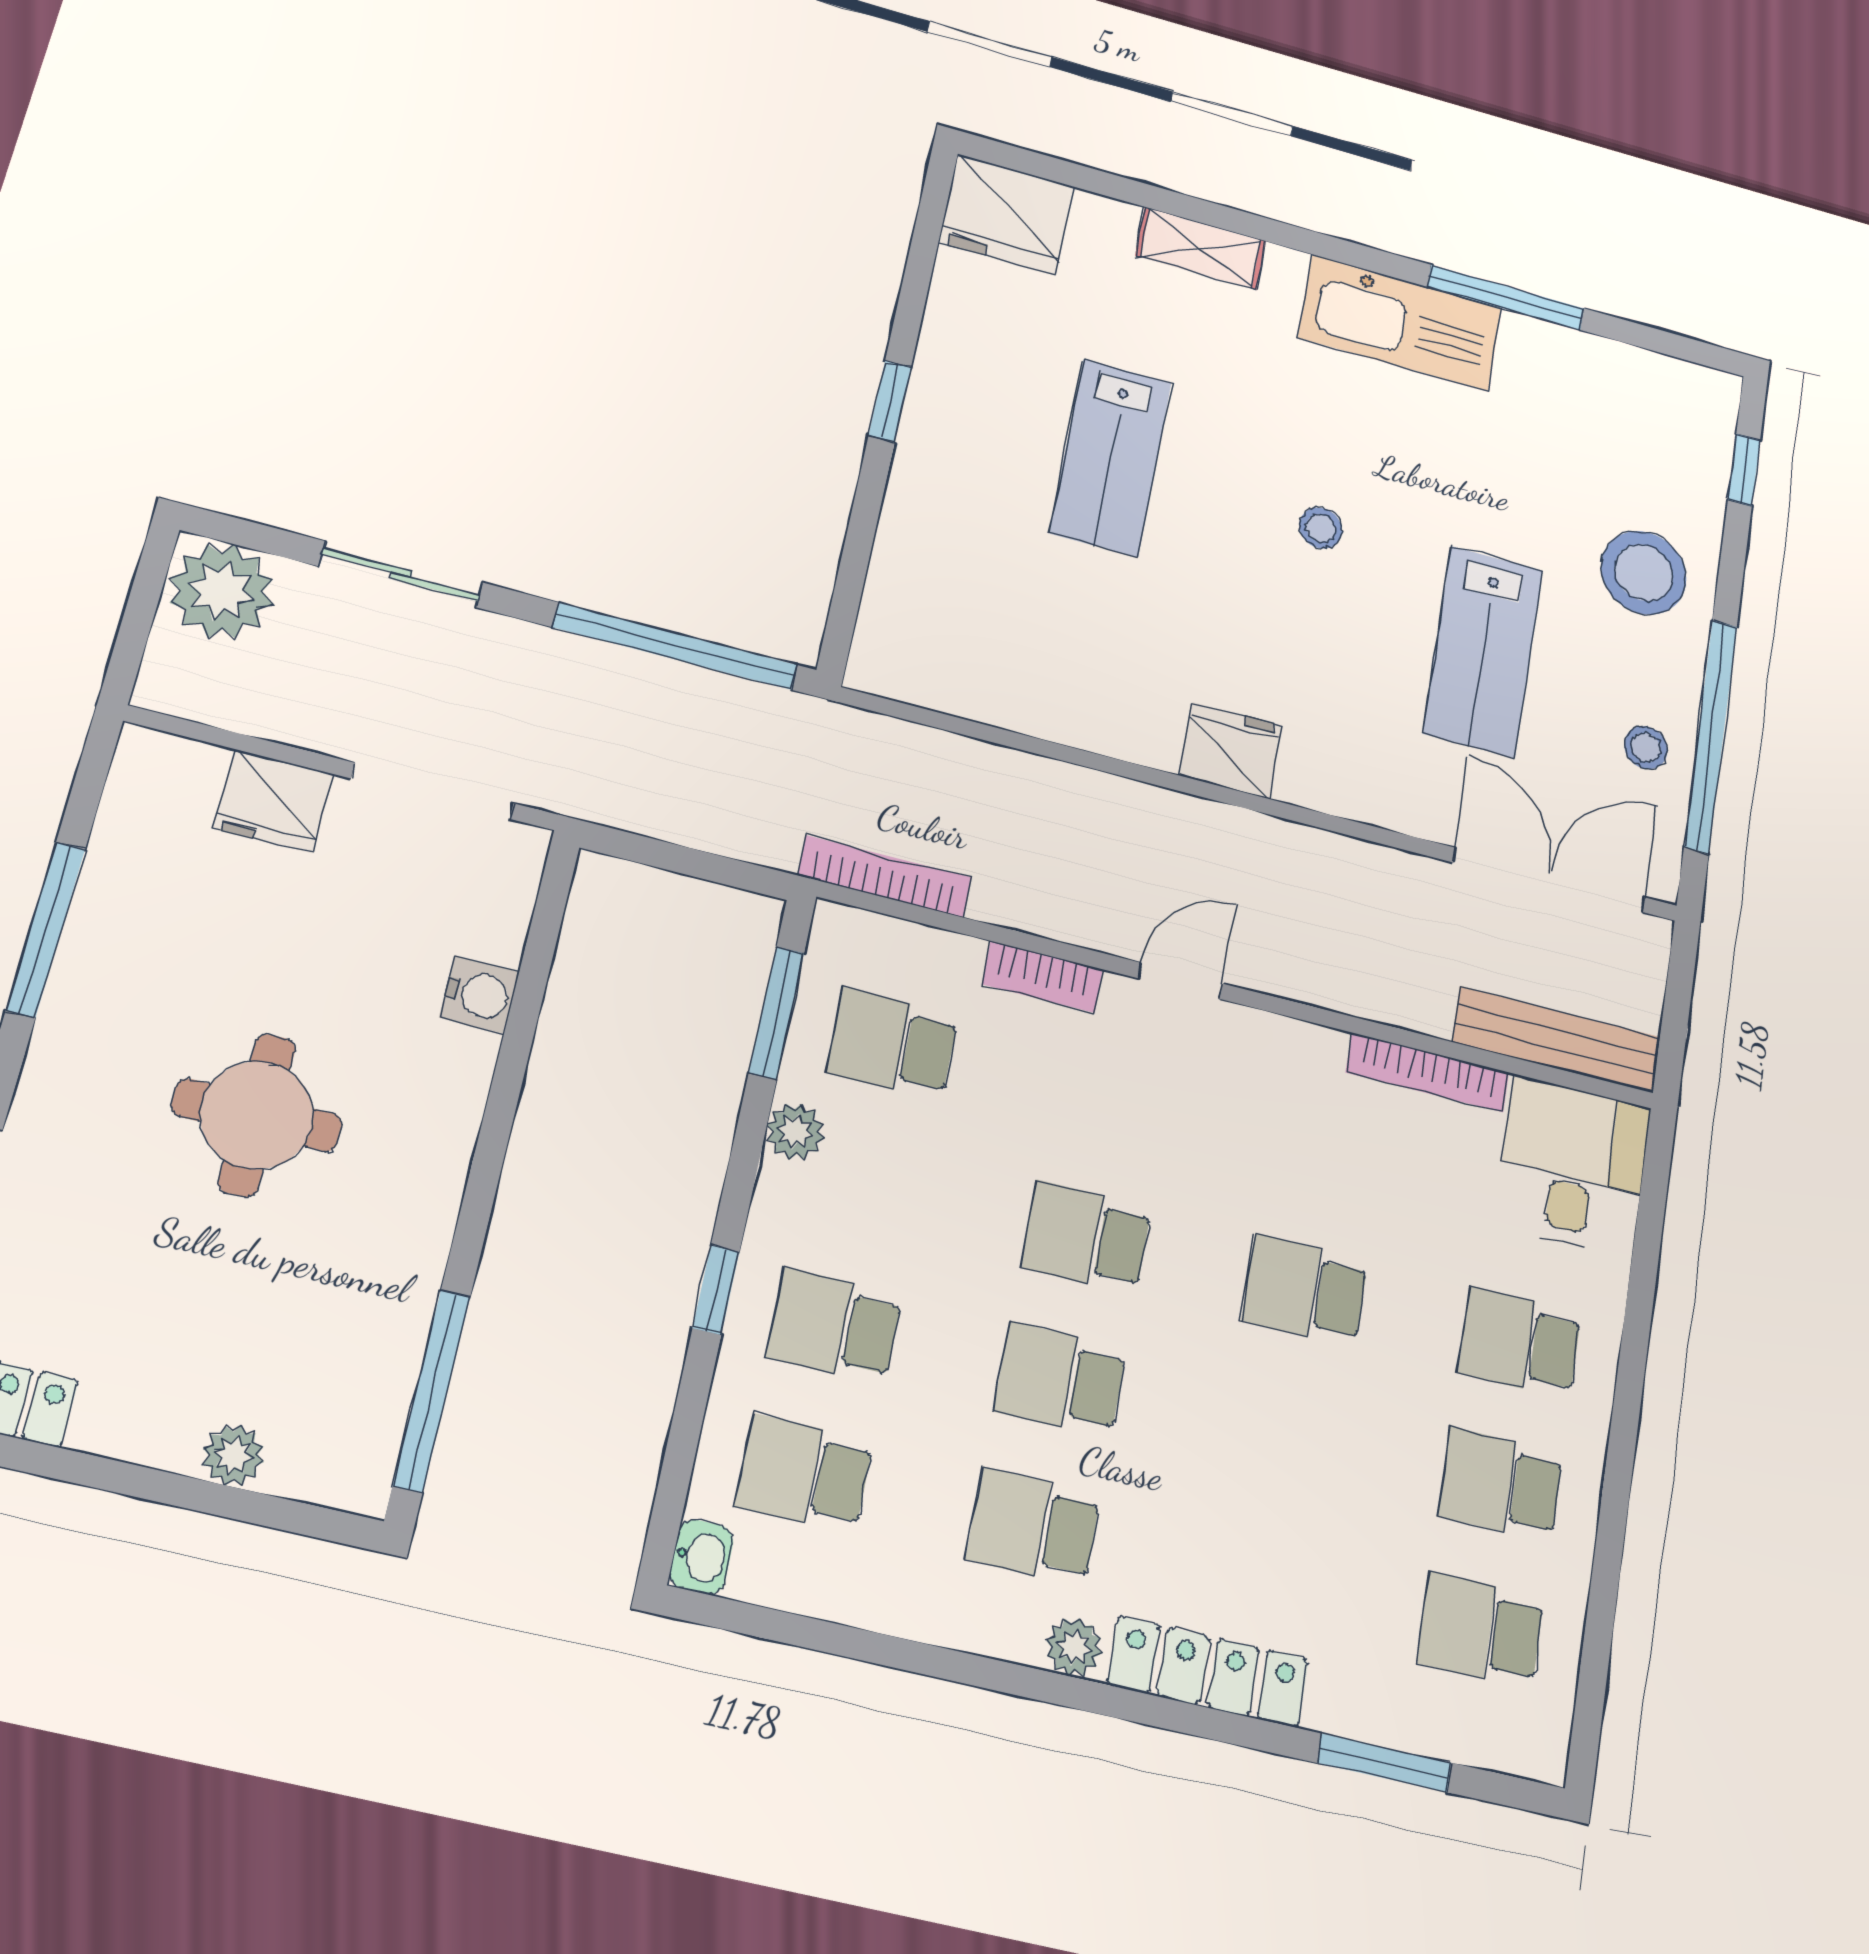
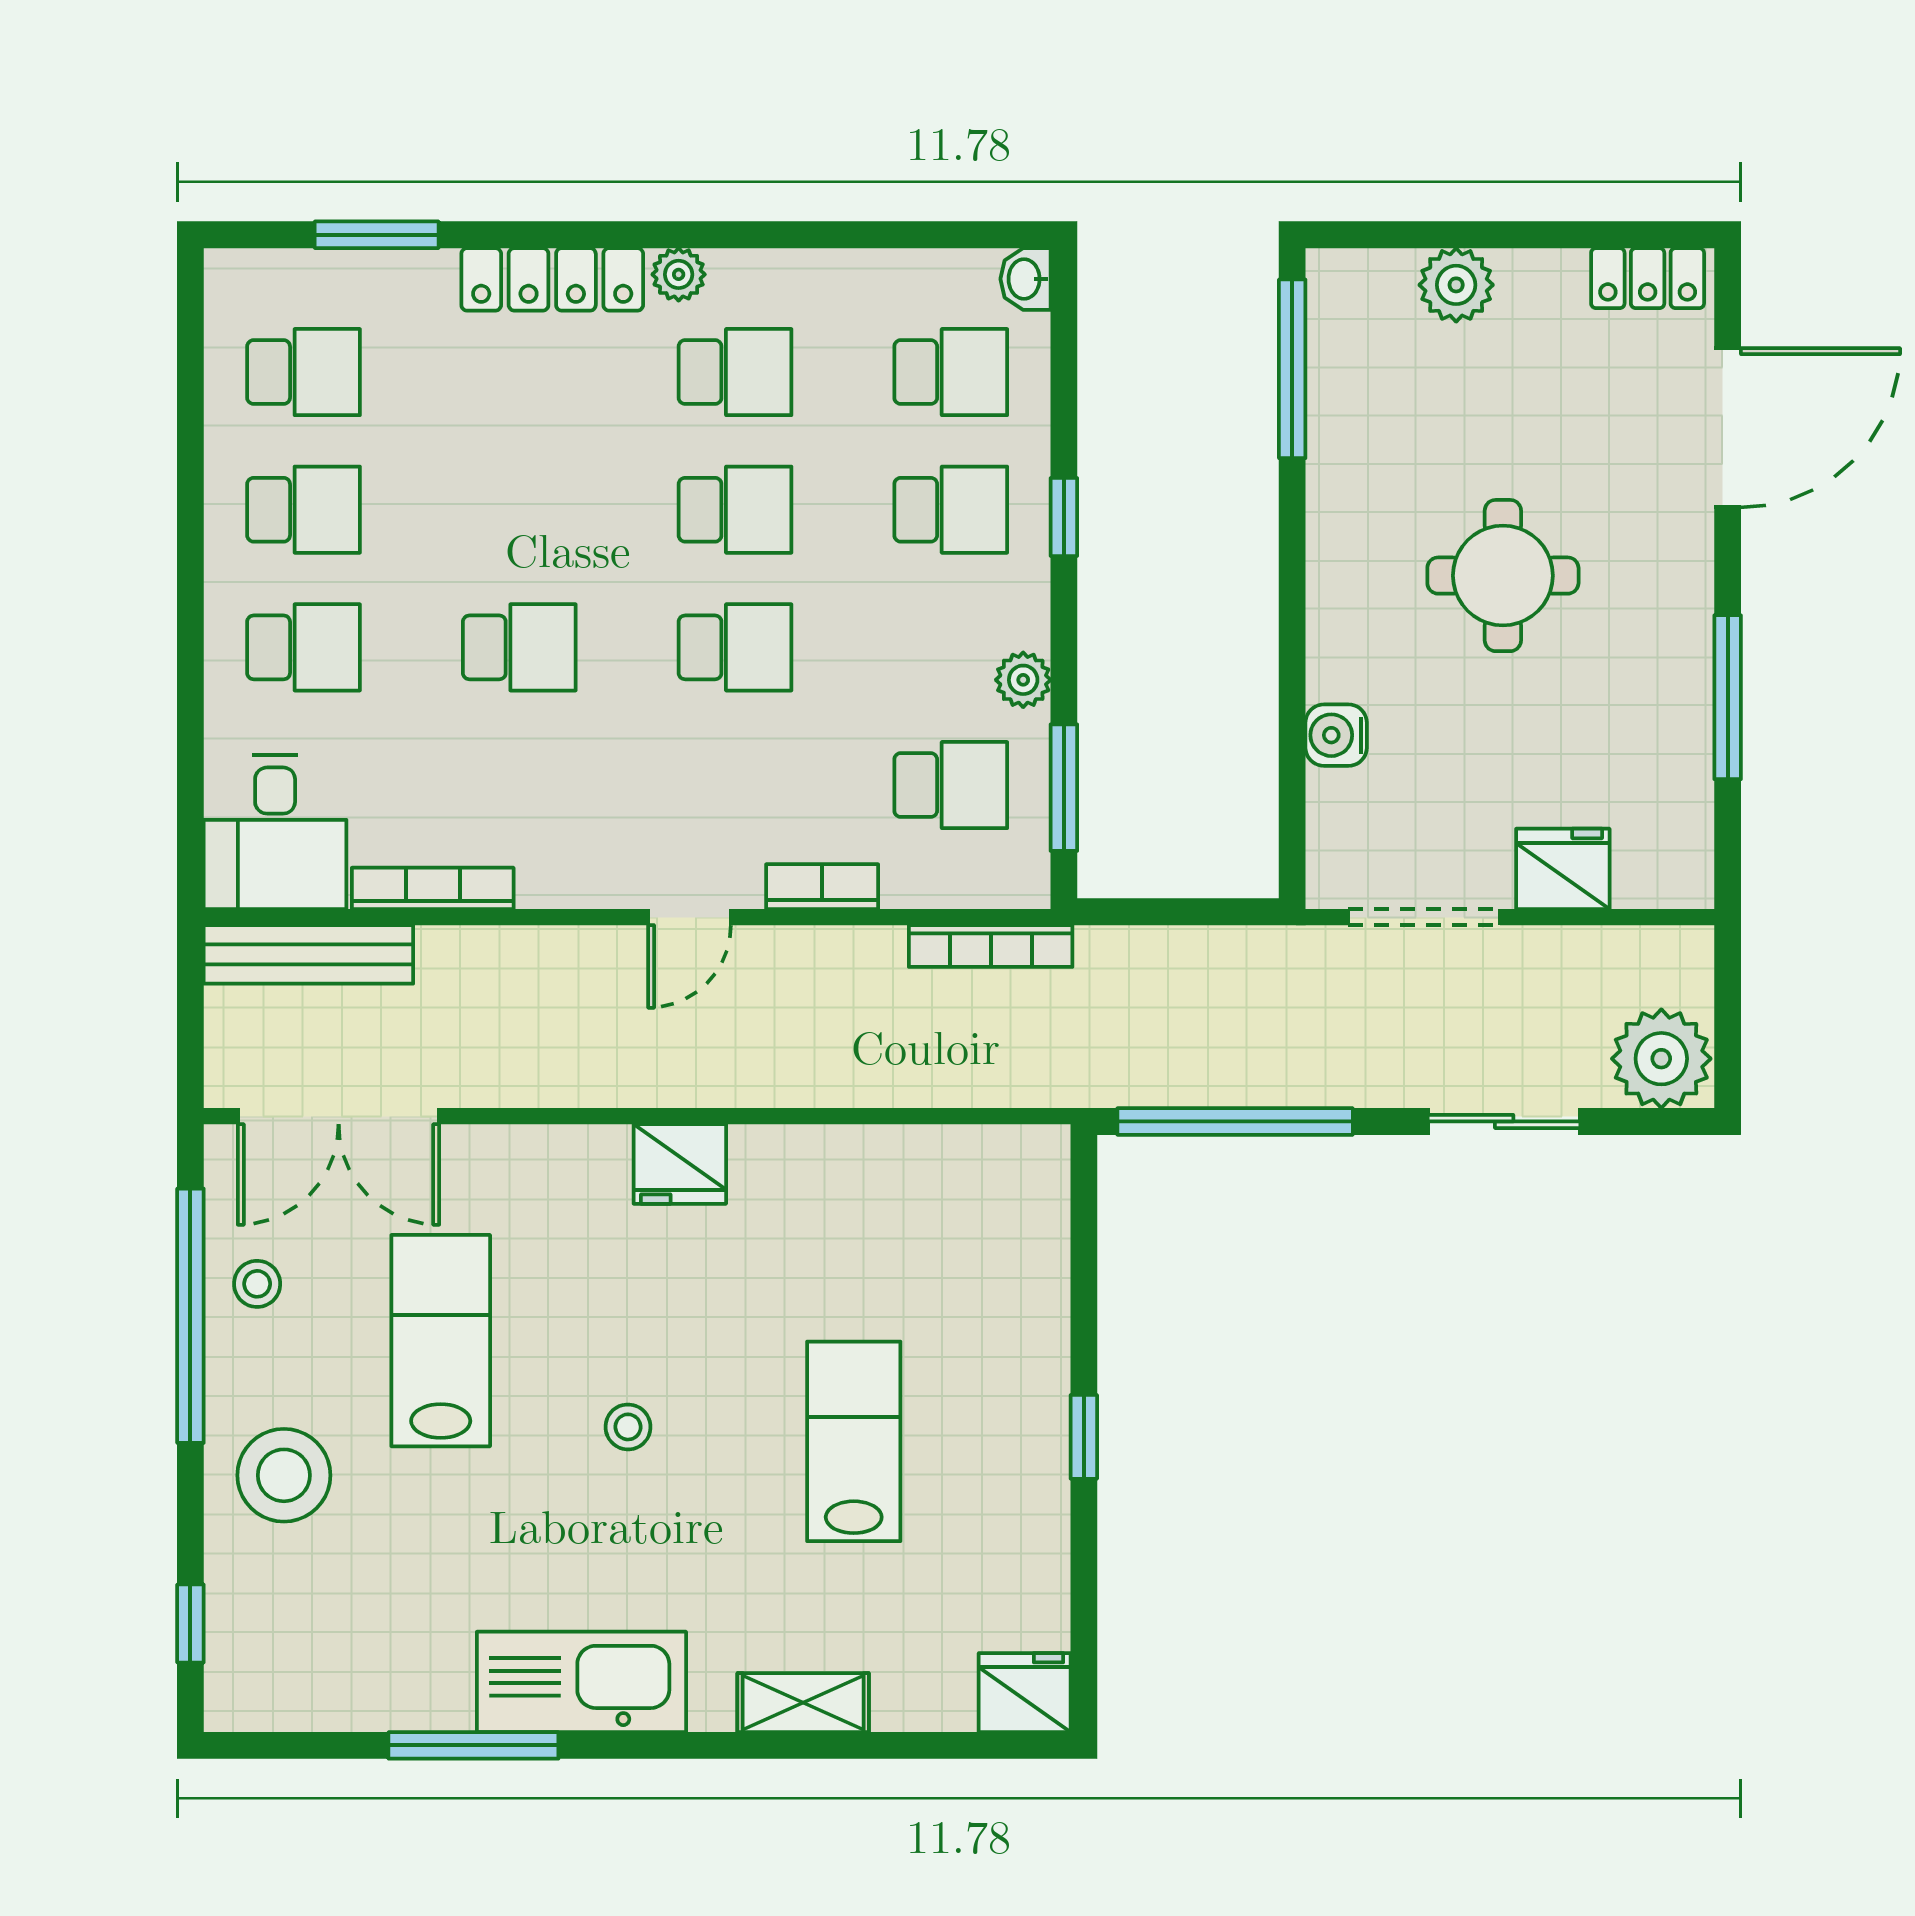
fridge: (1007, 214) -> (1025, 1693), width x0.73, depth x0.75
plant: (233, 1455) -> (1456, 285), width x1.38, depth x1.38

